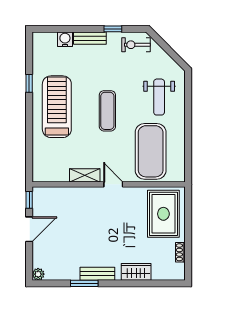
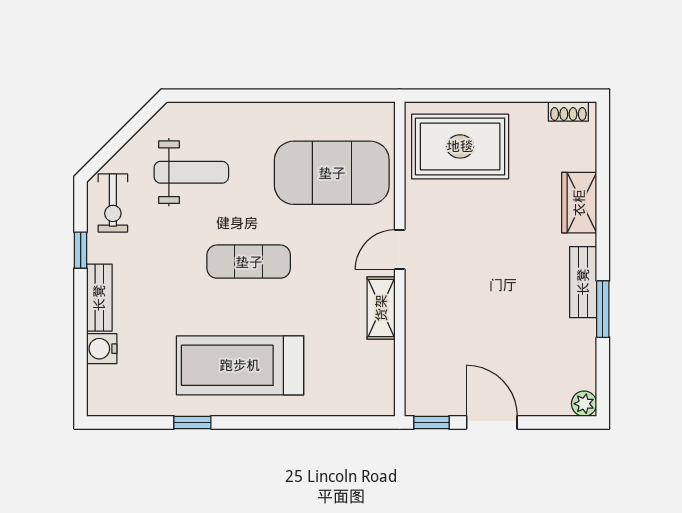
weight bench: (159, 97) -> (191, 172), moved
shoe rack: (180, 252) -> (568, 111), moved

